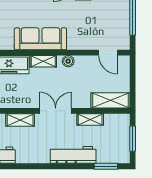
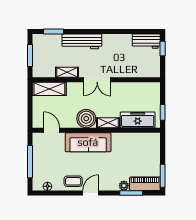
sofa: (40, 39) -> (88, 142), moved
boiler: (68, 61) -> (86, 119), width x1.86, depth x1.86
shelving: (20, 120) -> (128, 72), removed

